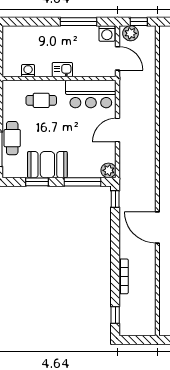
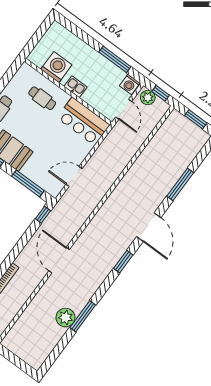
washing machine: (28, 71) -> (56, 67), width x1.89, depth x1.89
door: (118, 130) -> (74, 176), moved
plant: (108, 170) -> (54, 189), removed

